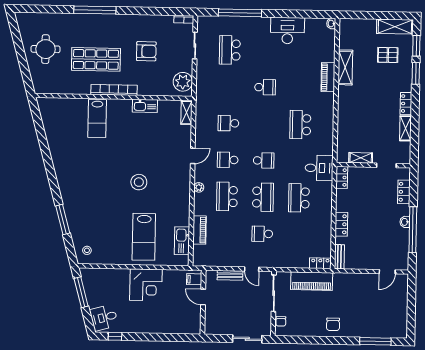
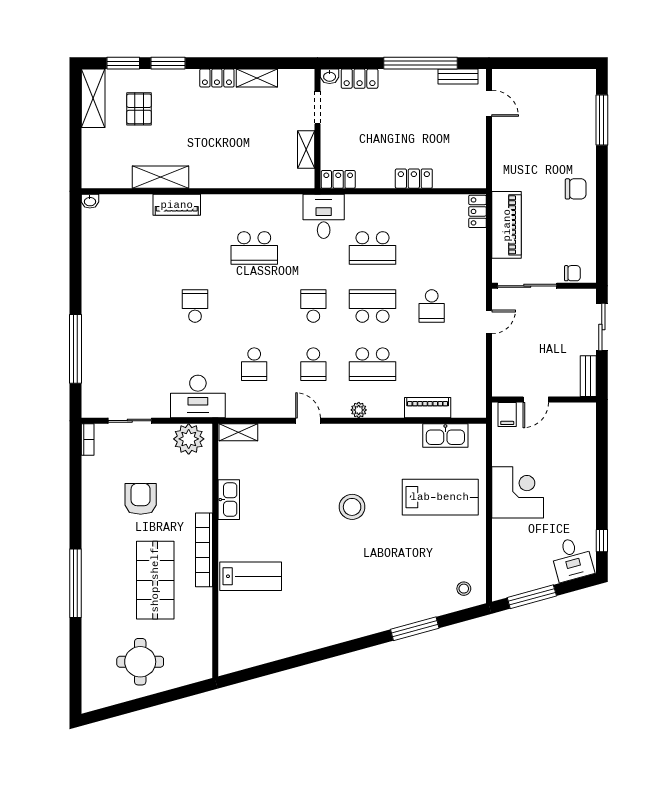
desk: (287, 31) -> (198, 396), moved, turned -90
school desk: (230, 50) -> (136, 364), removed
washbasin: (405, 222) -> (330, 76), moved
bench: (339, 257) -> (458, 76), moved
bench: (230, 275) -> (588, 376), moved

